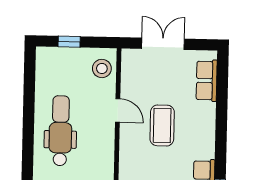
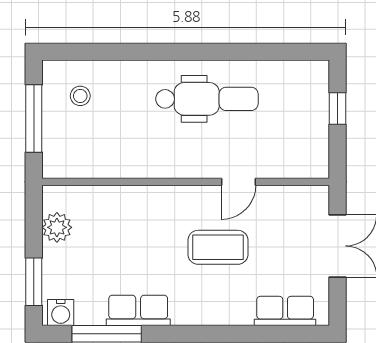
stool: (102, 68) -> (299, 157), removed

